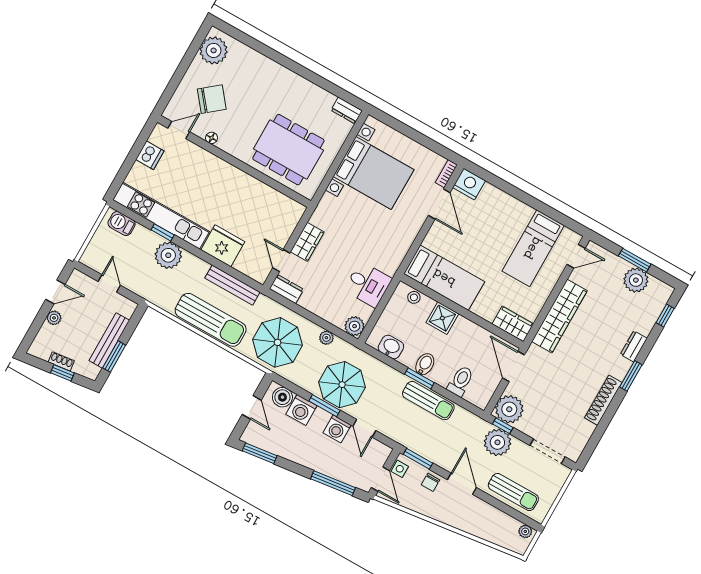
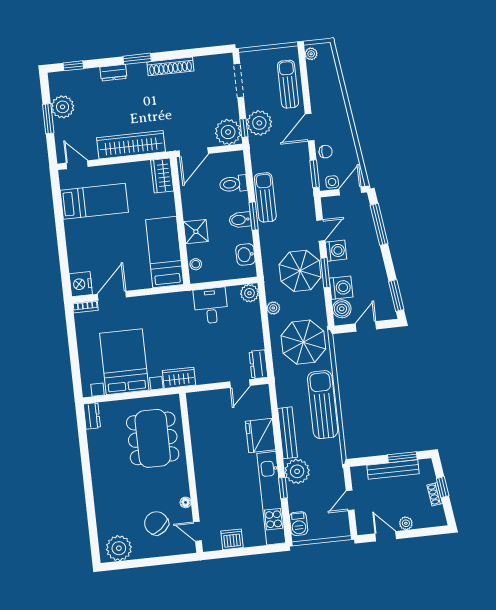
wardrobe: (307, 242) -> (179, 378), moved
bench: (232, 285) -> (288, 433), moved

